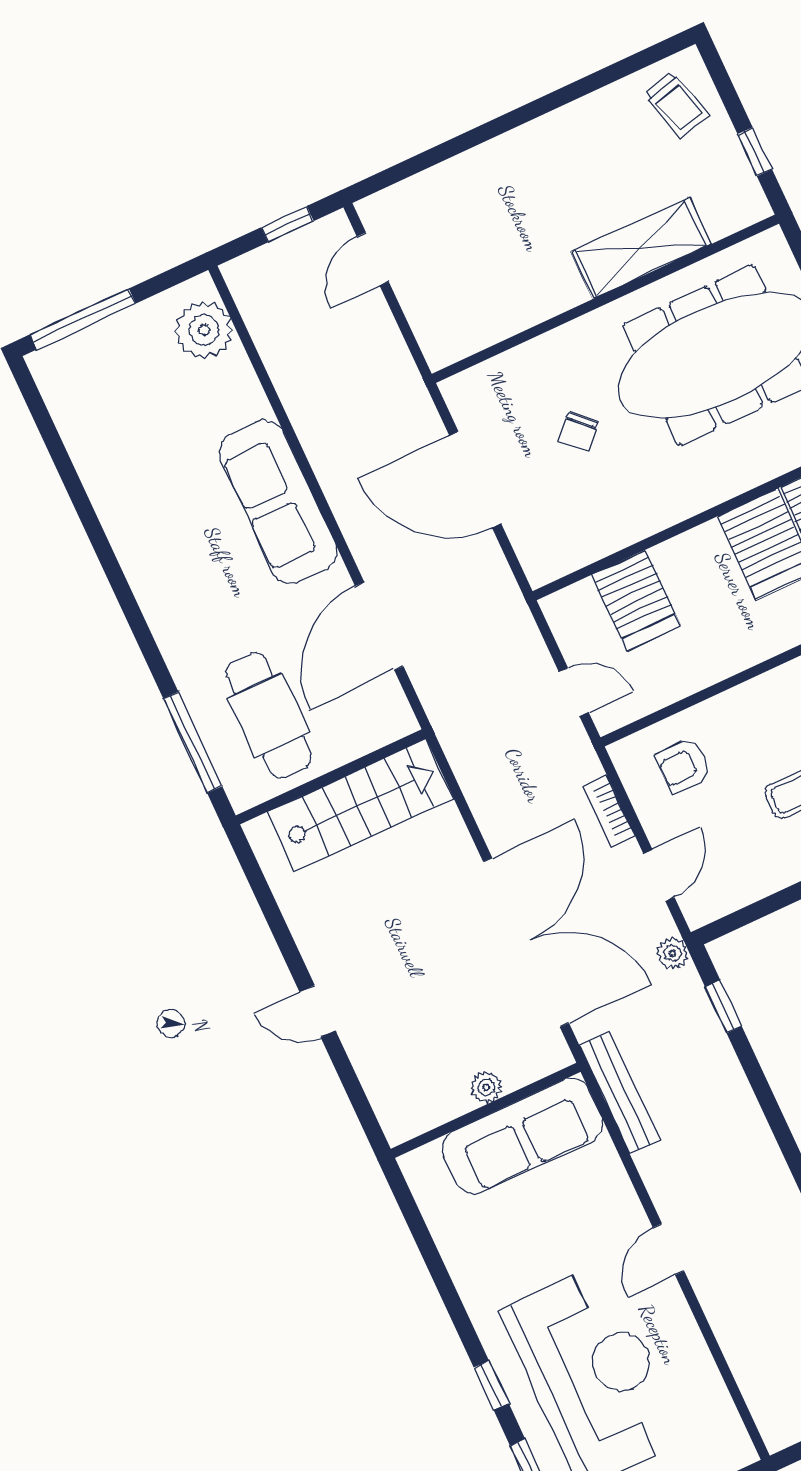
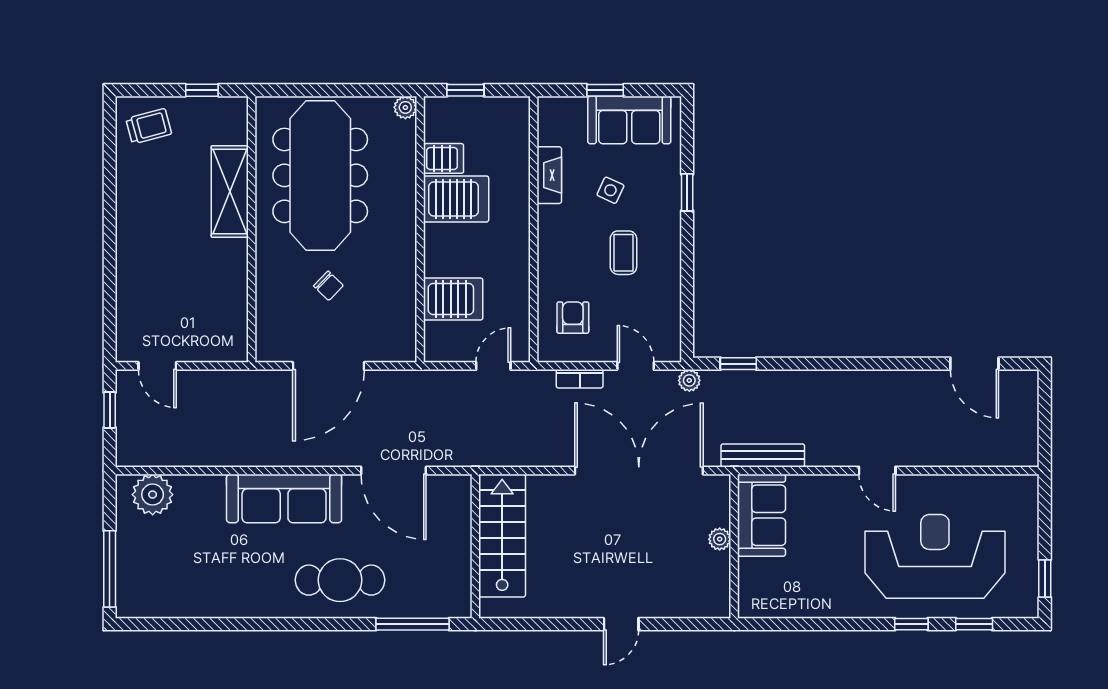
cafe table: (268, 715) -> (340, 580), moved
armchair: (684, 766) -> (573, 318), turned 180
sofa: (523, 1136) -> (762, 515), width x0.73

